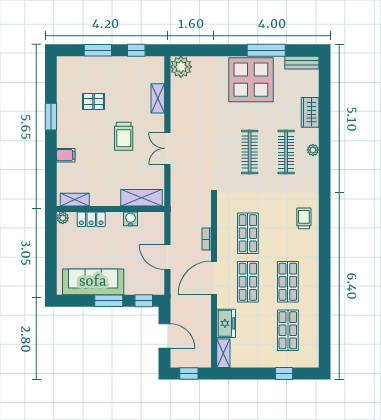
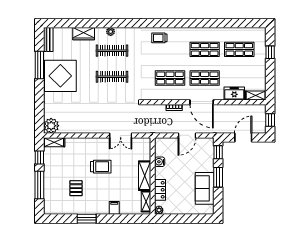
window: (98, 50) -> (39, 185), width x1.44
shelving: (158, 98) -> (54, 142), moved
double door: (167, 148) -> (121, 135), moved
shelving: (141, 198) -> (145, 176), moved
sofa: (93, 282) -> (205, 188), width x0.73

